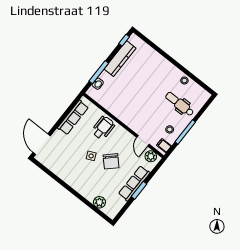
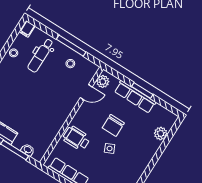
filing cabinet: (164, 146) -> (27, 29), moved
chair: (111, 161) -> (113, 125), turned 134

